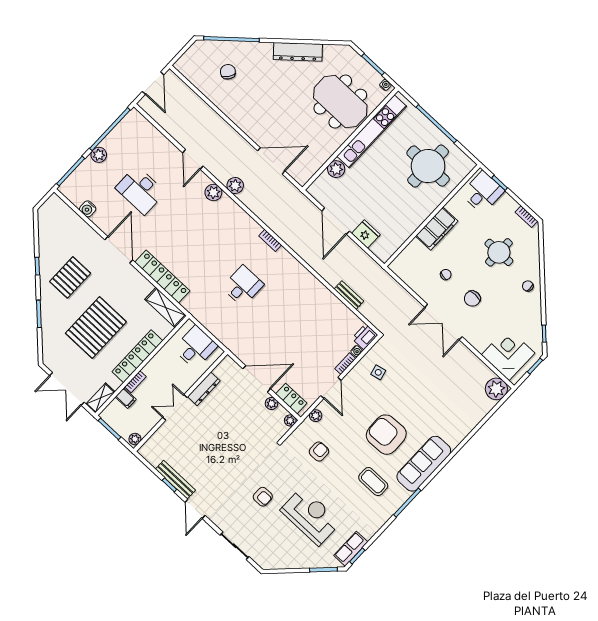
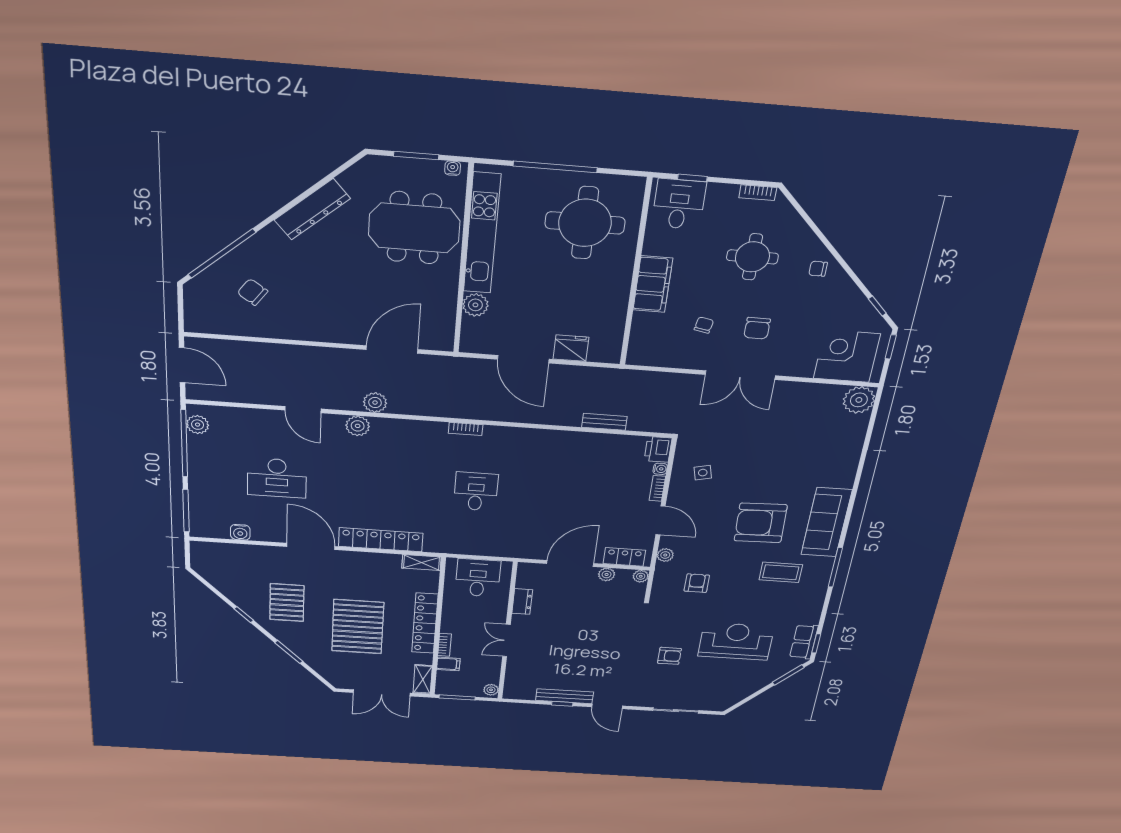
plant: (99, 155) -> (198, 425), moved
shelving: (166, 307) -> (421, 563), width x0.67, depth x0.75
dresser: (204, 389) -> (522, 601), width x0.70

